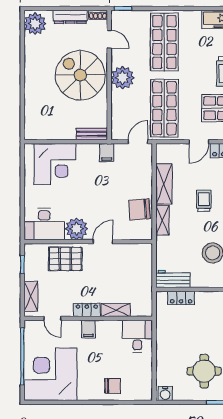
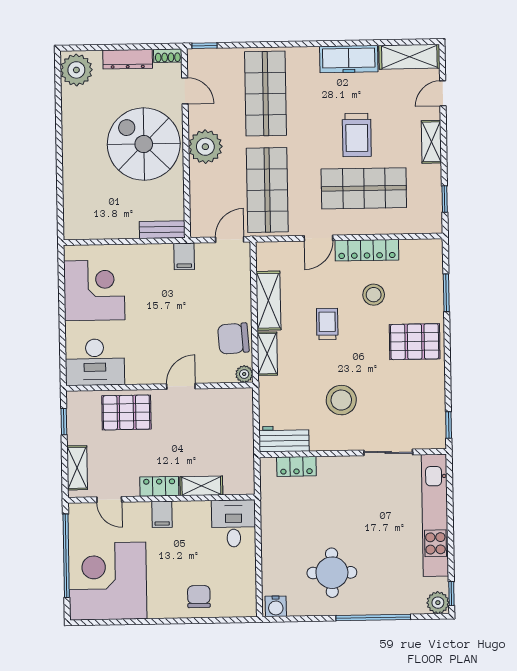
corner desk: (55, 164) -> (94, 290), moved, turned -90
plant: (77, 229) -> (244, 374), moved, width x0.53, depth x0.53
chair: (113, 386) -> (199, 597), turned -90

